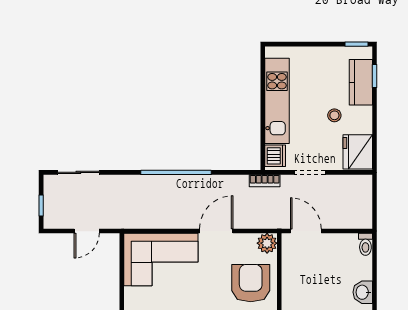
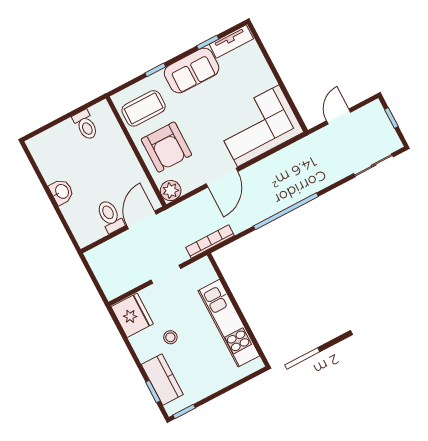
dishwasher: (275, 156) -> (205, 273), removed
bookcase: (265, 181) -> (210, 242), width x1.56
door: (306, 231) -> (142, 220), swing flipped
toilet: (365, 244) -> (110, 216), moved, width x1.37, depth x1.39

